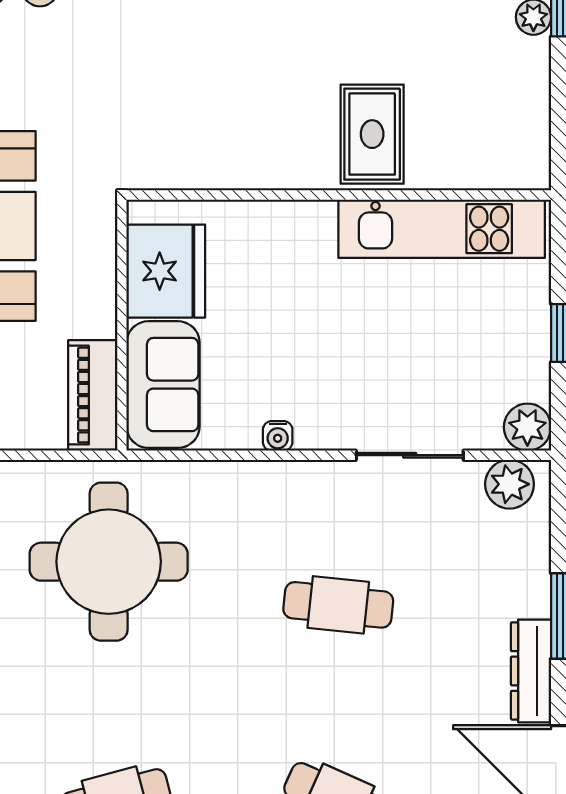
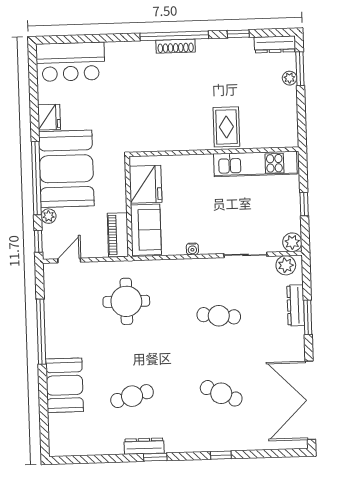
round table: (109, 562) -> (126, 301), width x0.73, depth x0.73
dresser: (531, 671) -> (296, 305), moved

